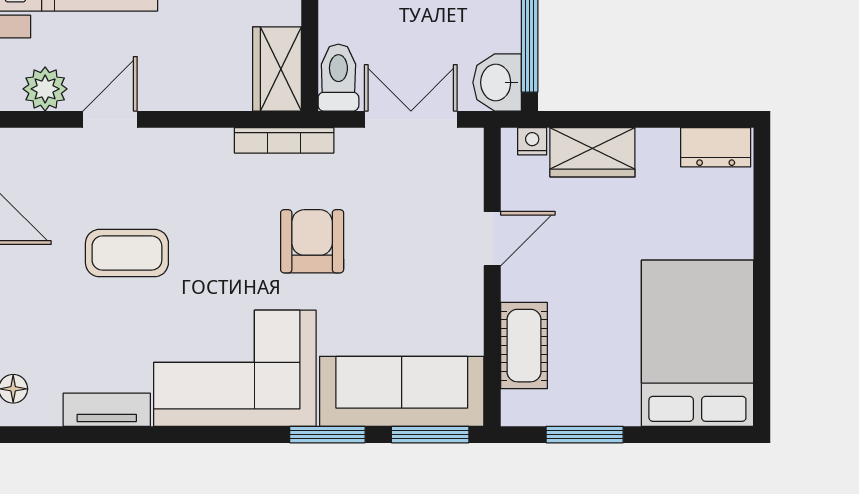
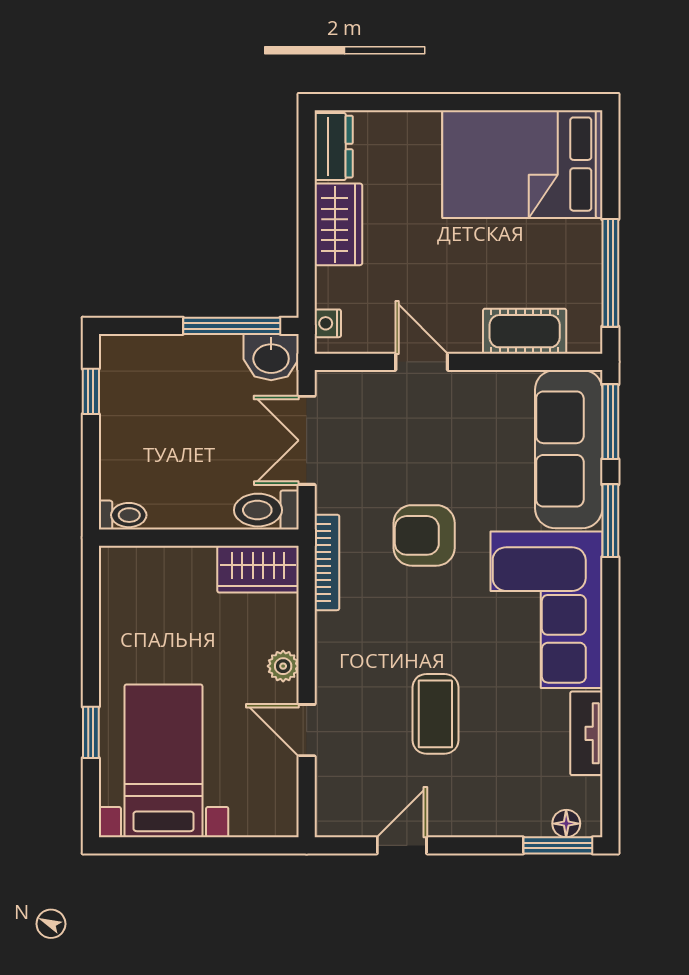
plant: (45, 89) -> (283, 666), moved, width x0.73, depth x0.73
wardrobe: (592, 152) -> (338, 224), moved
window: (585, 435) -> (610, 273), width x1.44

